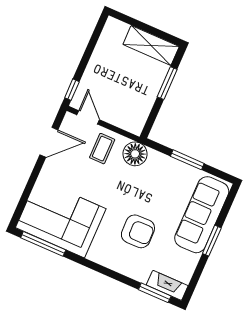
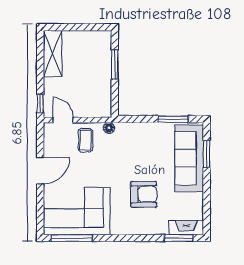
shelving: (151, 45) -> (53, 54), moved, turned 90
door: (49, 142) -> (40, 171), moved
floor lamp: (135, 154) -> (109, 128), width x0.53, depth x0.53
window: (187, 160) -> (173, 119), moved
window: (212, 241) -> (207, 154), moved

